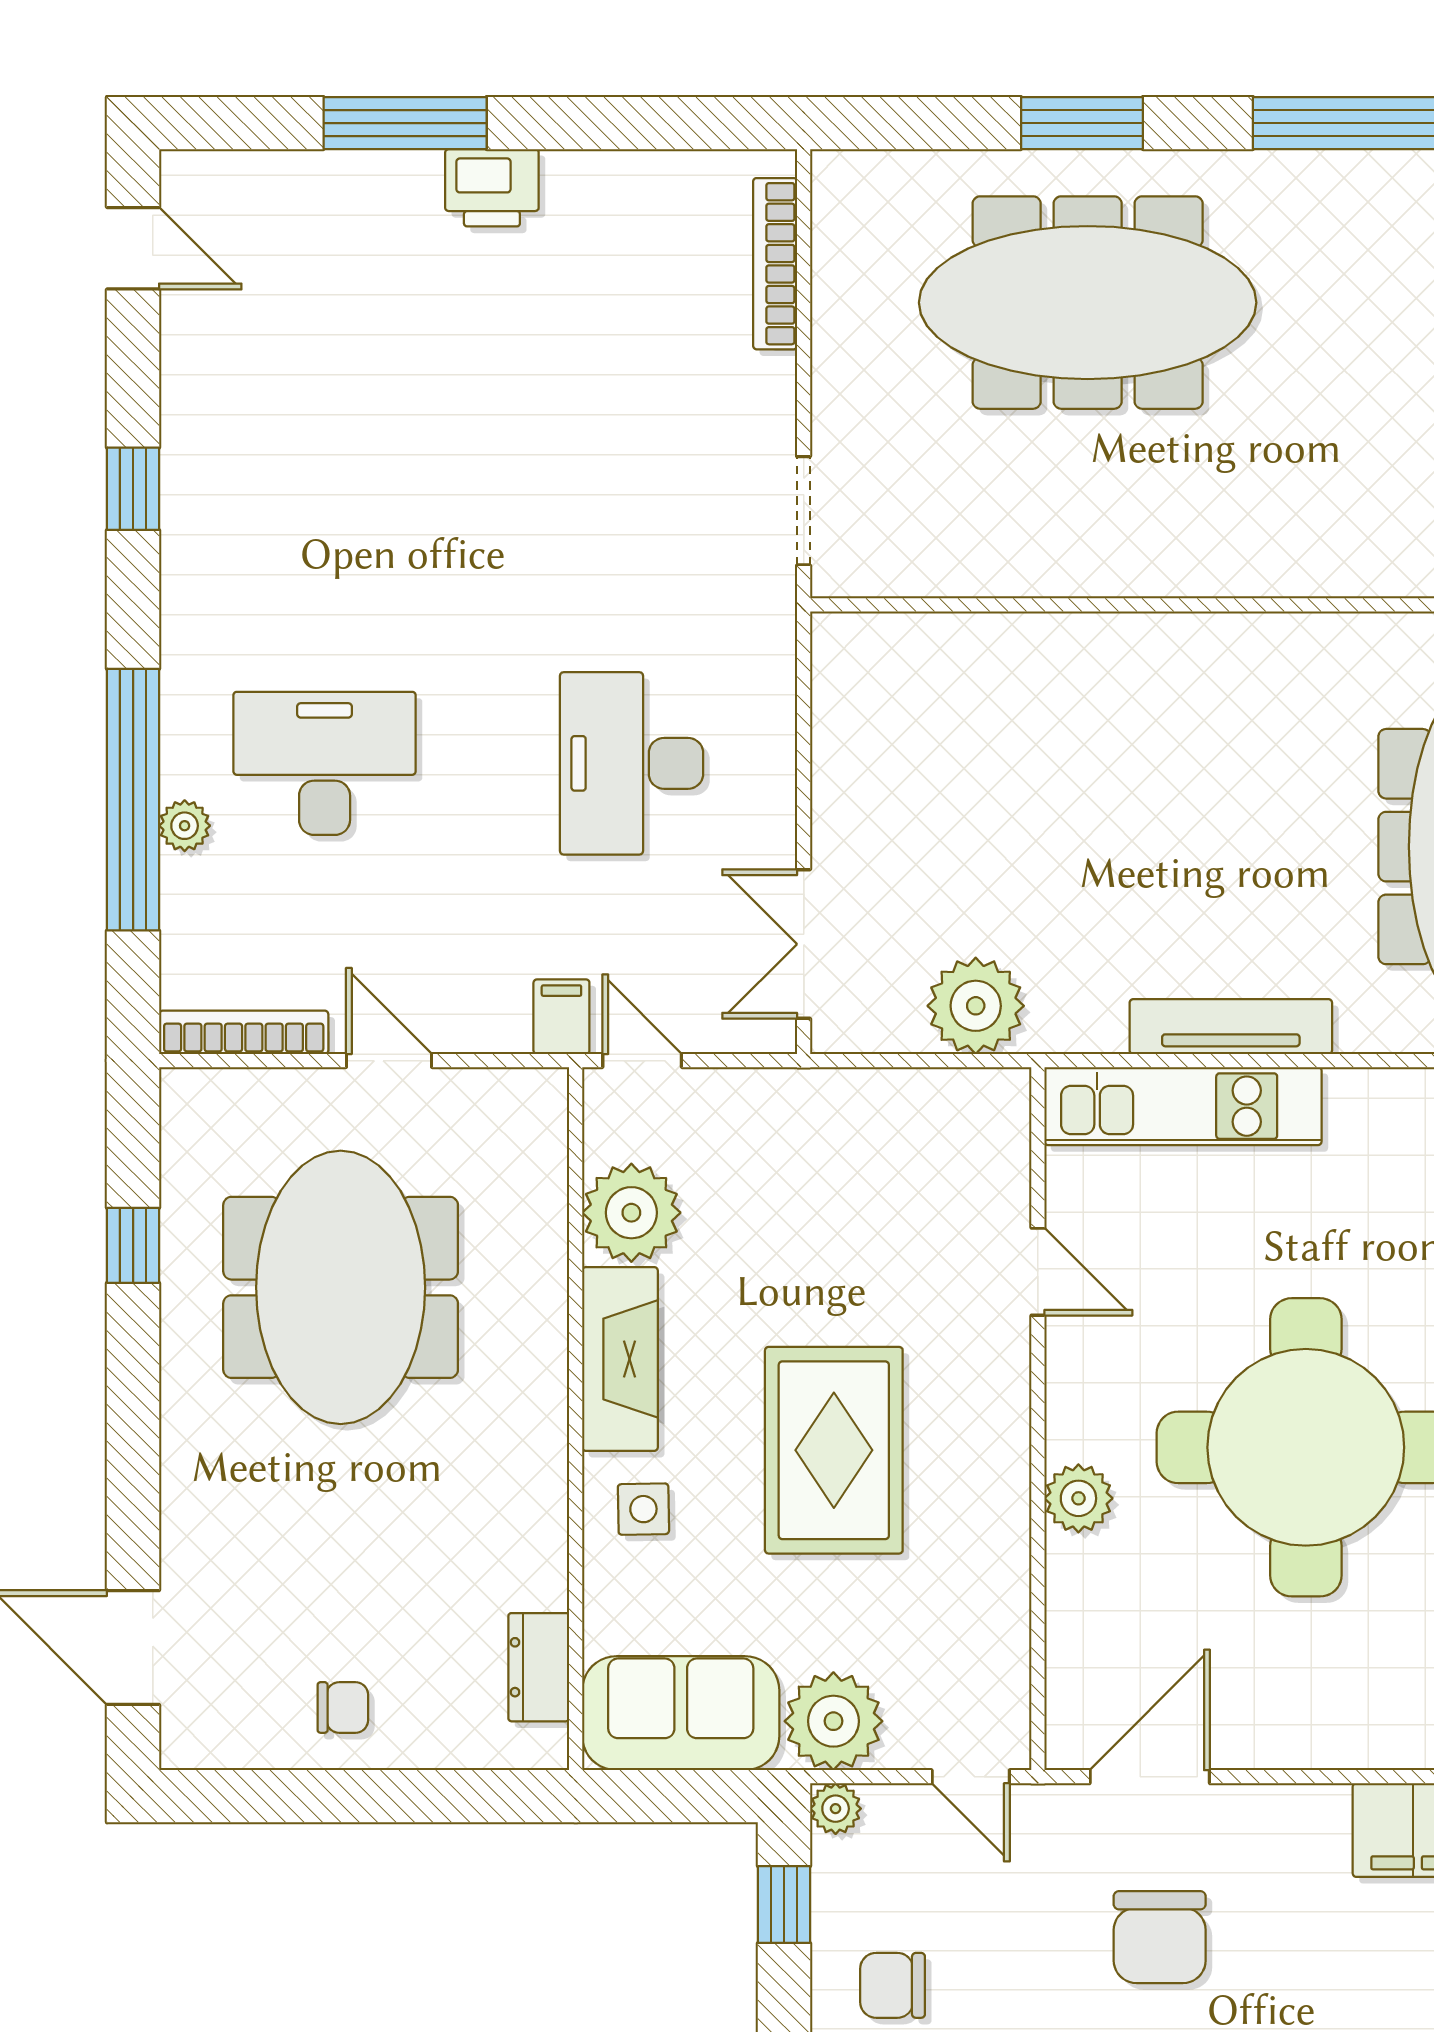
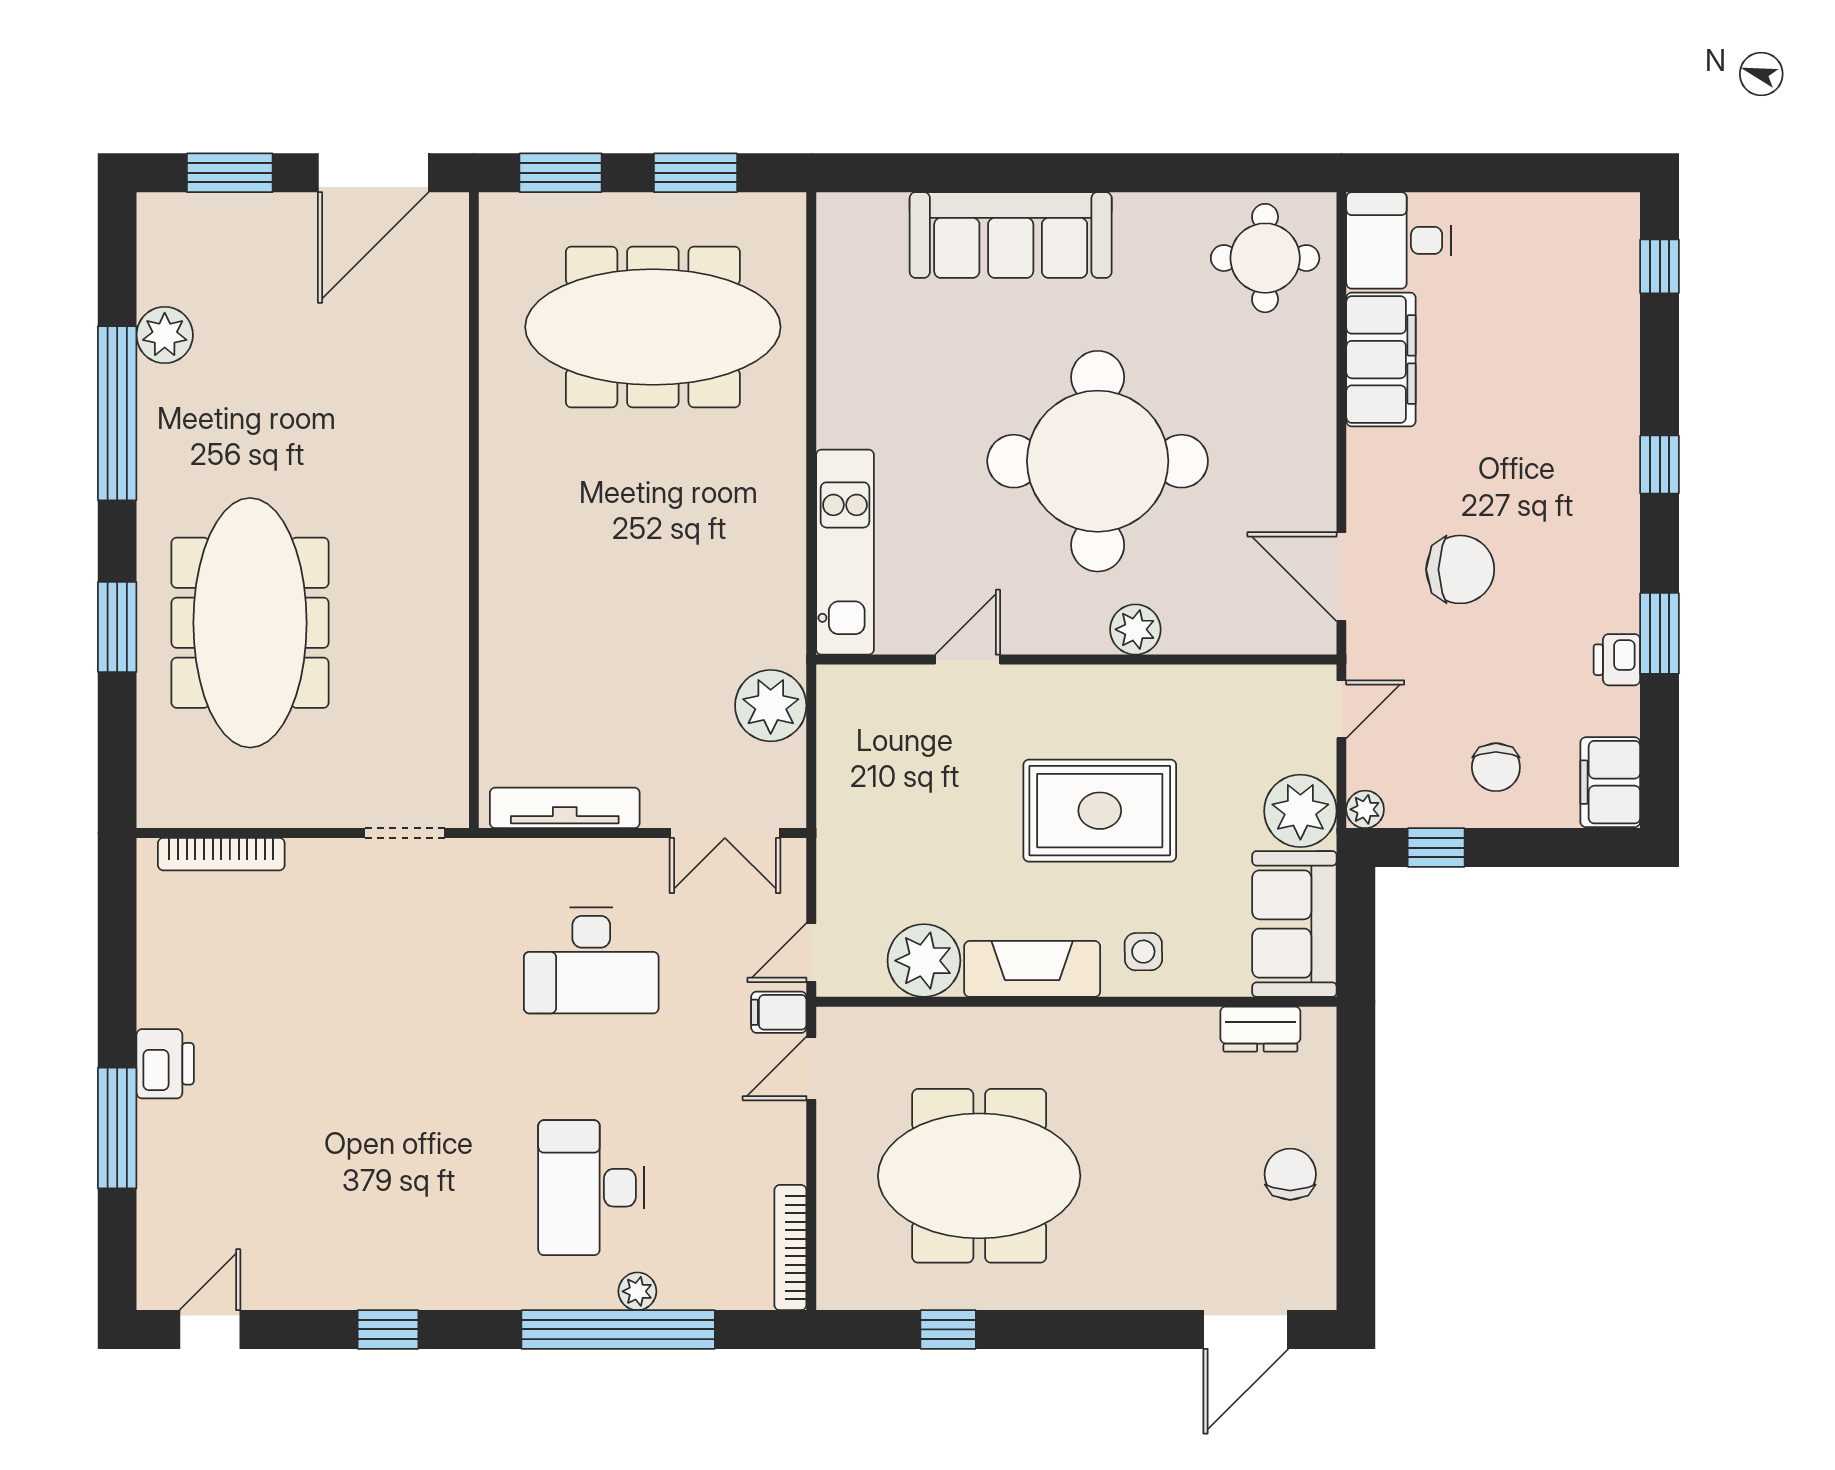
tv unit: (1231, 1027) -> (565, 808), moved, turned 90
door: (389, 1061) -> (811, 1069), moved
chair: (343, 1707) -> (1290, 1174), width x1.37, depth x1.37

